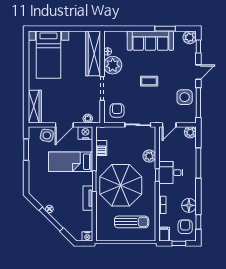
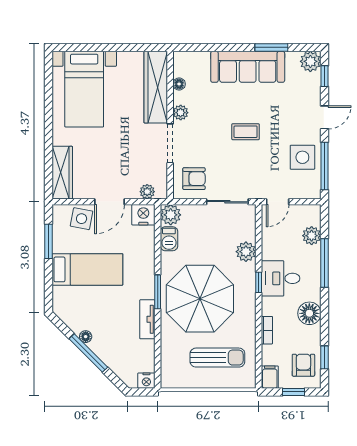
plant: (113, 65) -> (181, 113), width x0.53, depth x0.53
armchair: (117, 110) -> (194, 179), turned 90
plant: (190, 132) -> (312, 236), moved
plant: (102, 133) -> (171, 215), added
bed: (71, 162) -> (87, 269), moved, turned 180
floor lamp: (189, 205) -> (309, 313), moved

